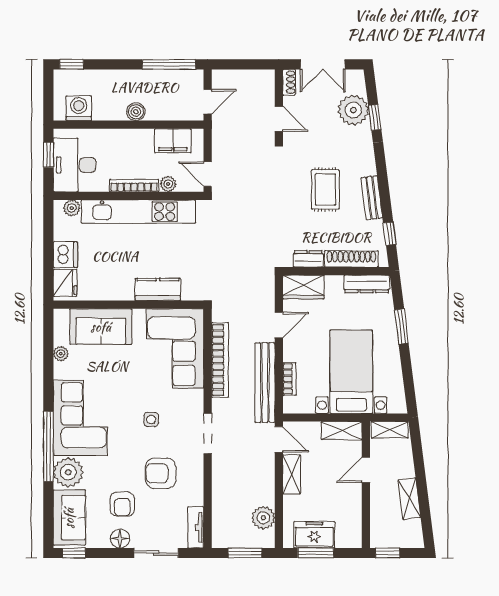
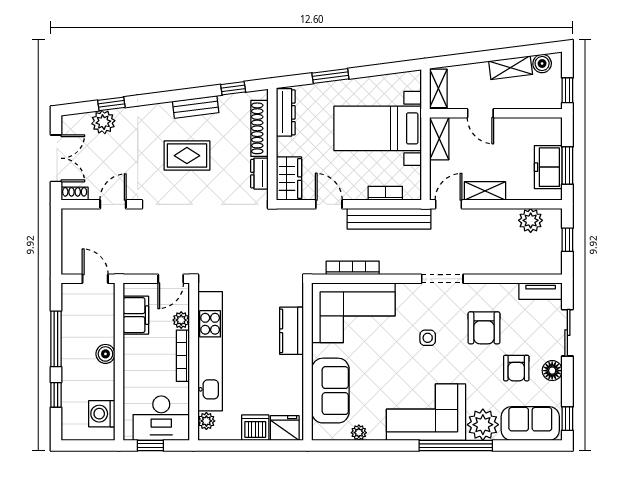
window: (72, 64) -> (56, 395), moved
window: (169, 64) -> (56, 339), moved
plant: (353, 110) -> (103, 122), width x0.73, depth x0.73
bookcase: (220, 360) -> (353, 268), width x0.68, depth x0.76
armchair: (122, 504) -> (516, 368), turned 90
boiler: (413, 529) -> (542, 63), added
window: (245, 553) -> (567, 240), width x0.67

